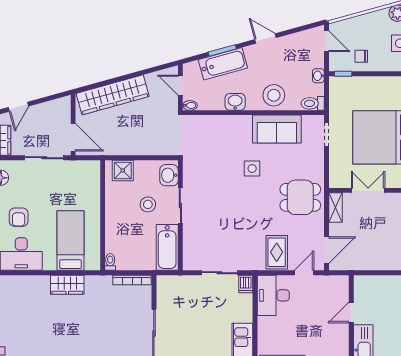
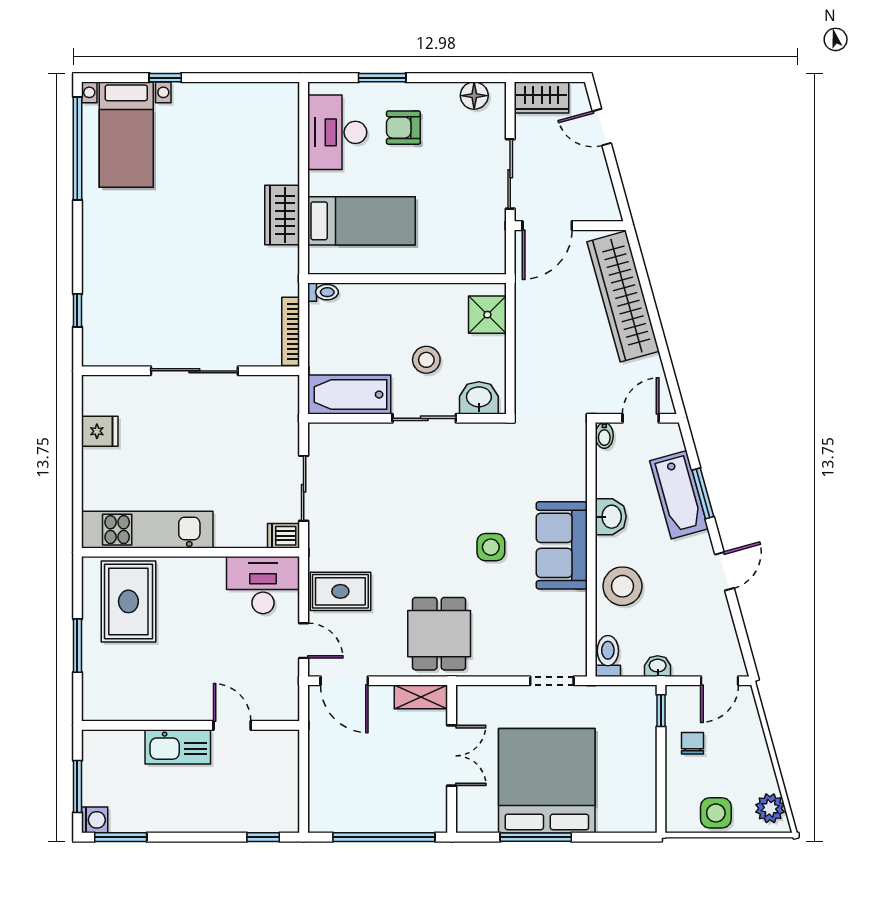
sofa: (277, 129) -> (562, 545), moved

